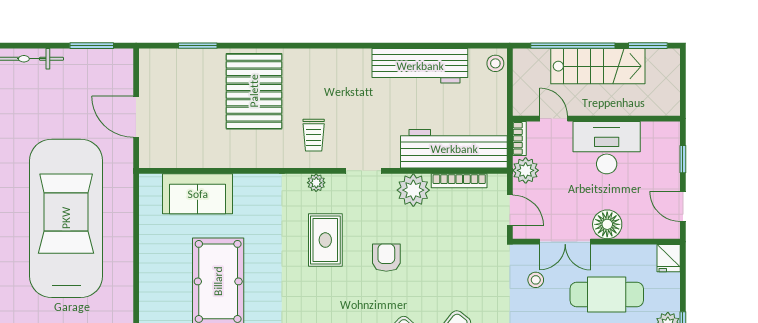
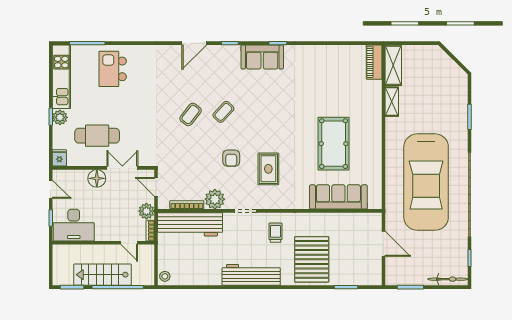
workbench: (420, 66) -> (251, 275), moved
desk: (607, 148) -> (74, 225), moved
plant: (316, 183) -> (274, 204), removed
sofa: (198, 194) -> (338, 197), width x1.36
stool: (536, 280) -> (140, 145), removed

